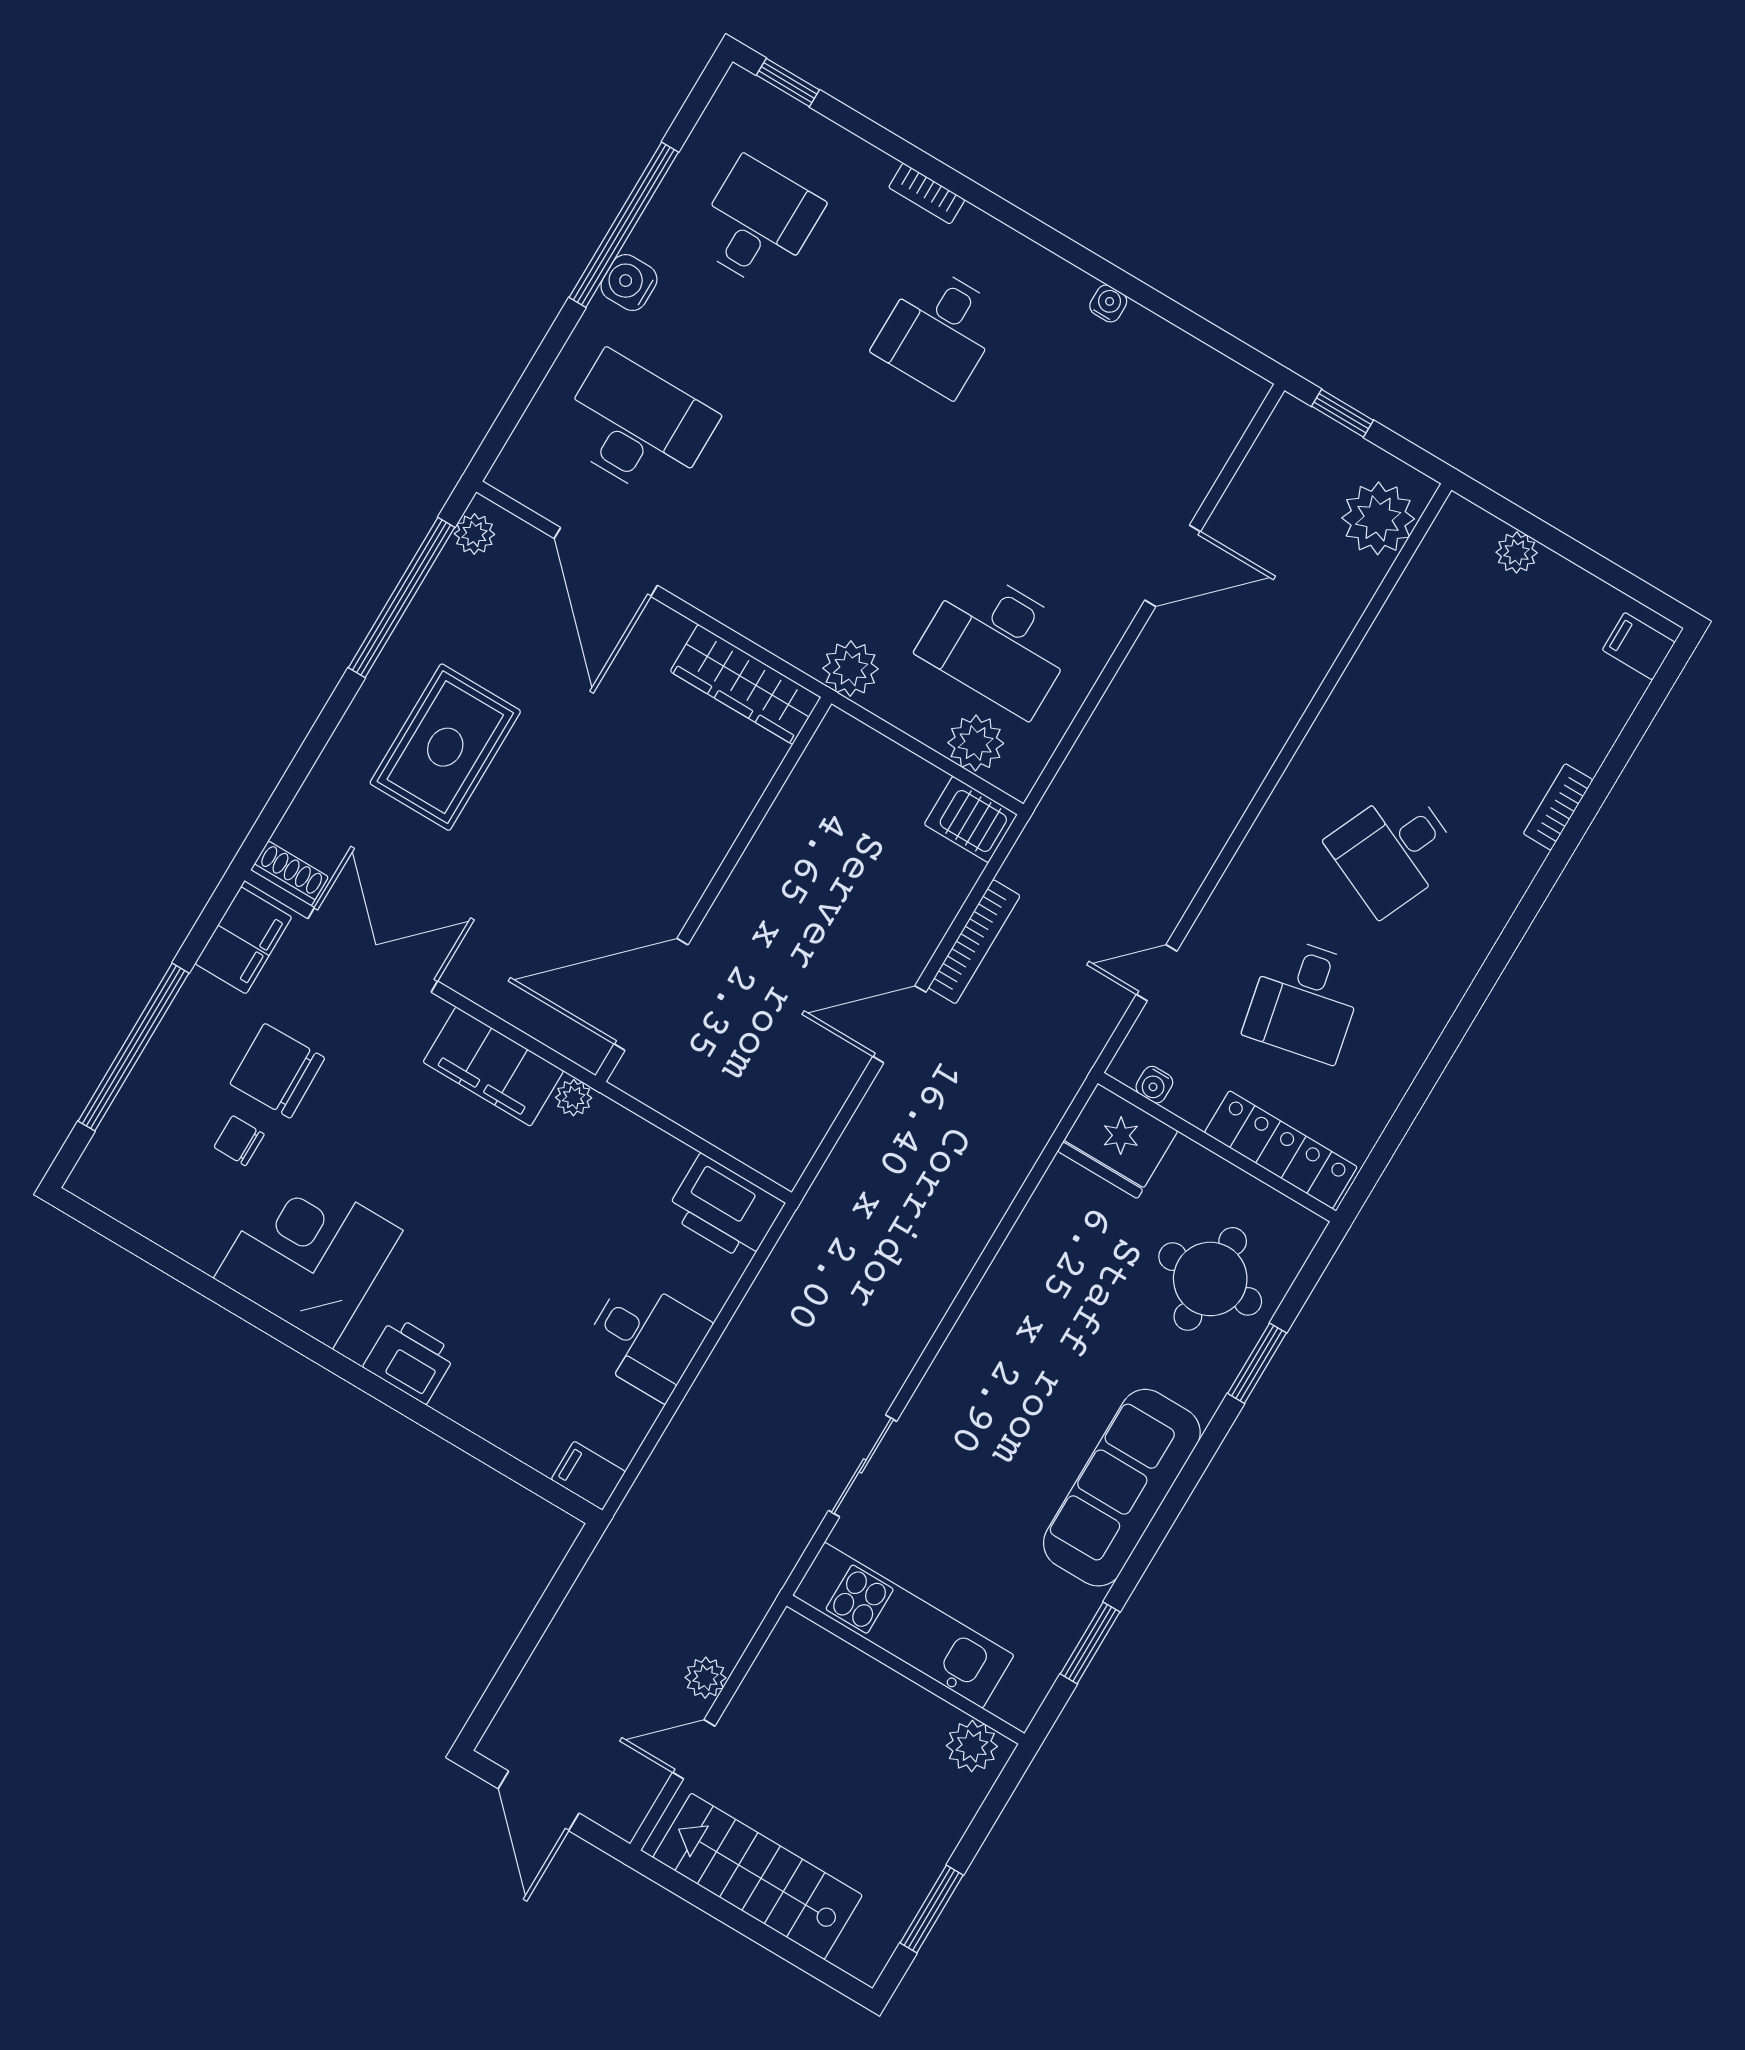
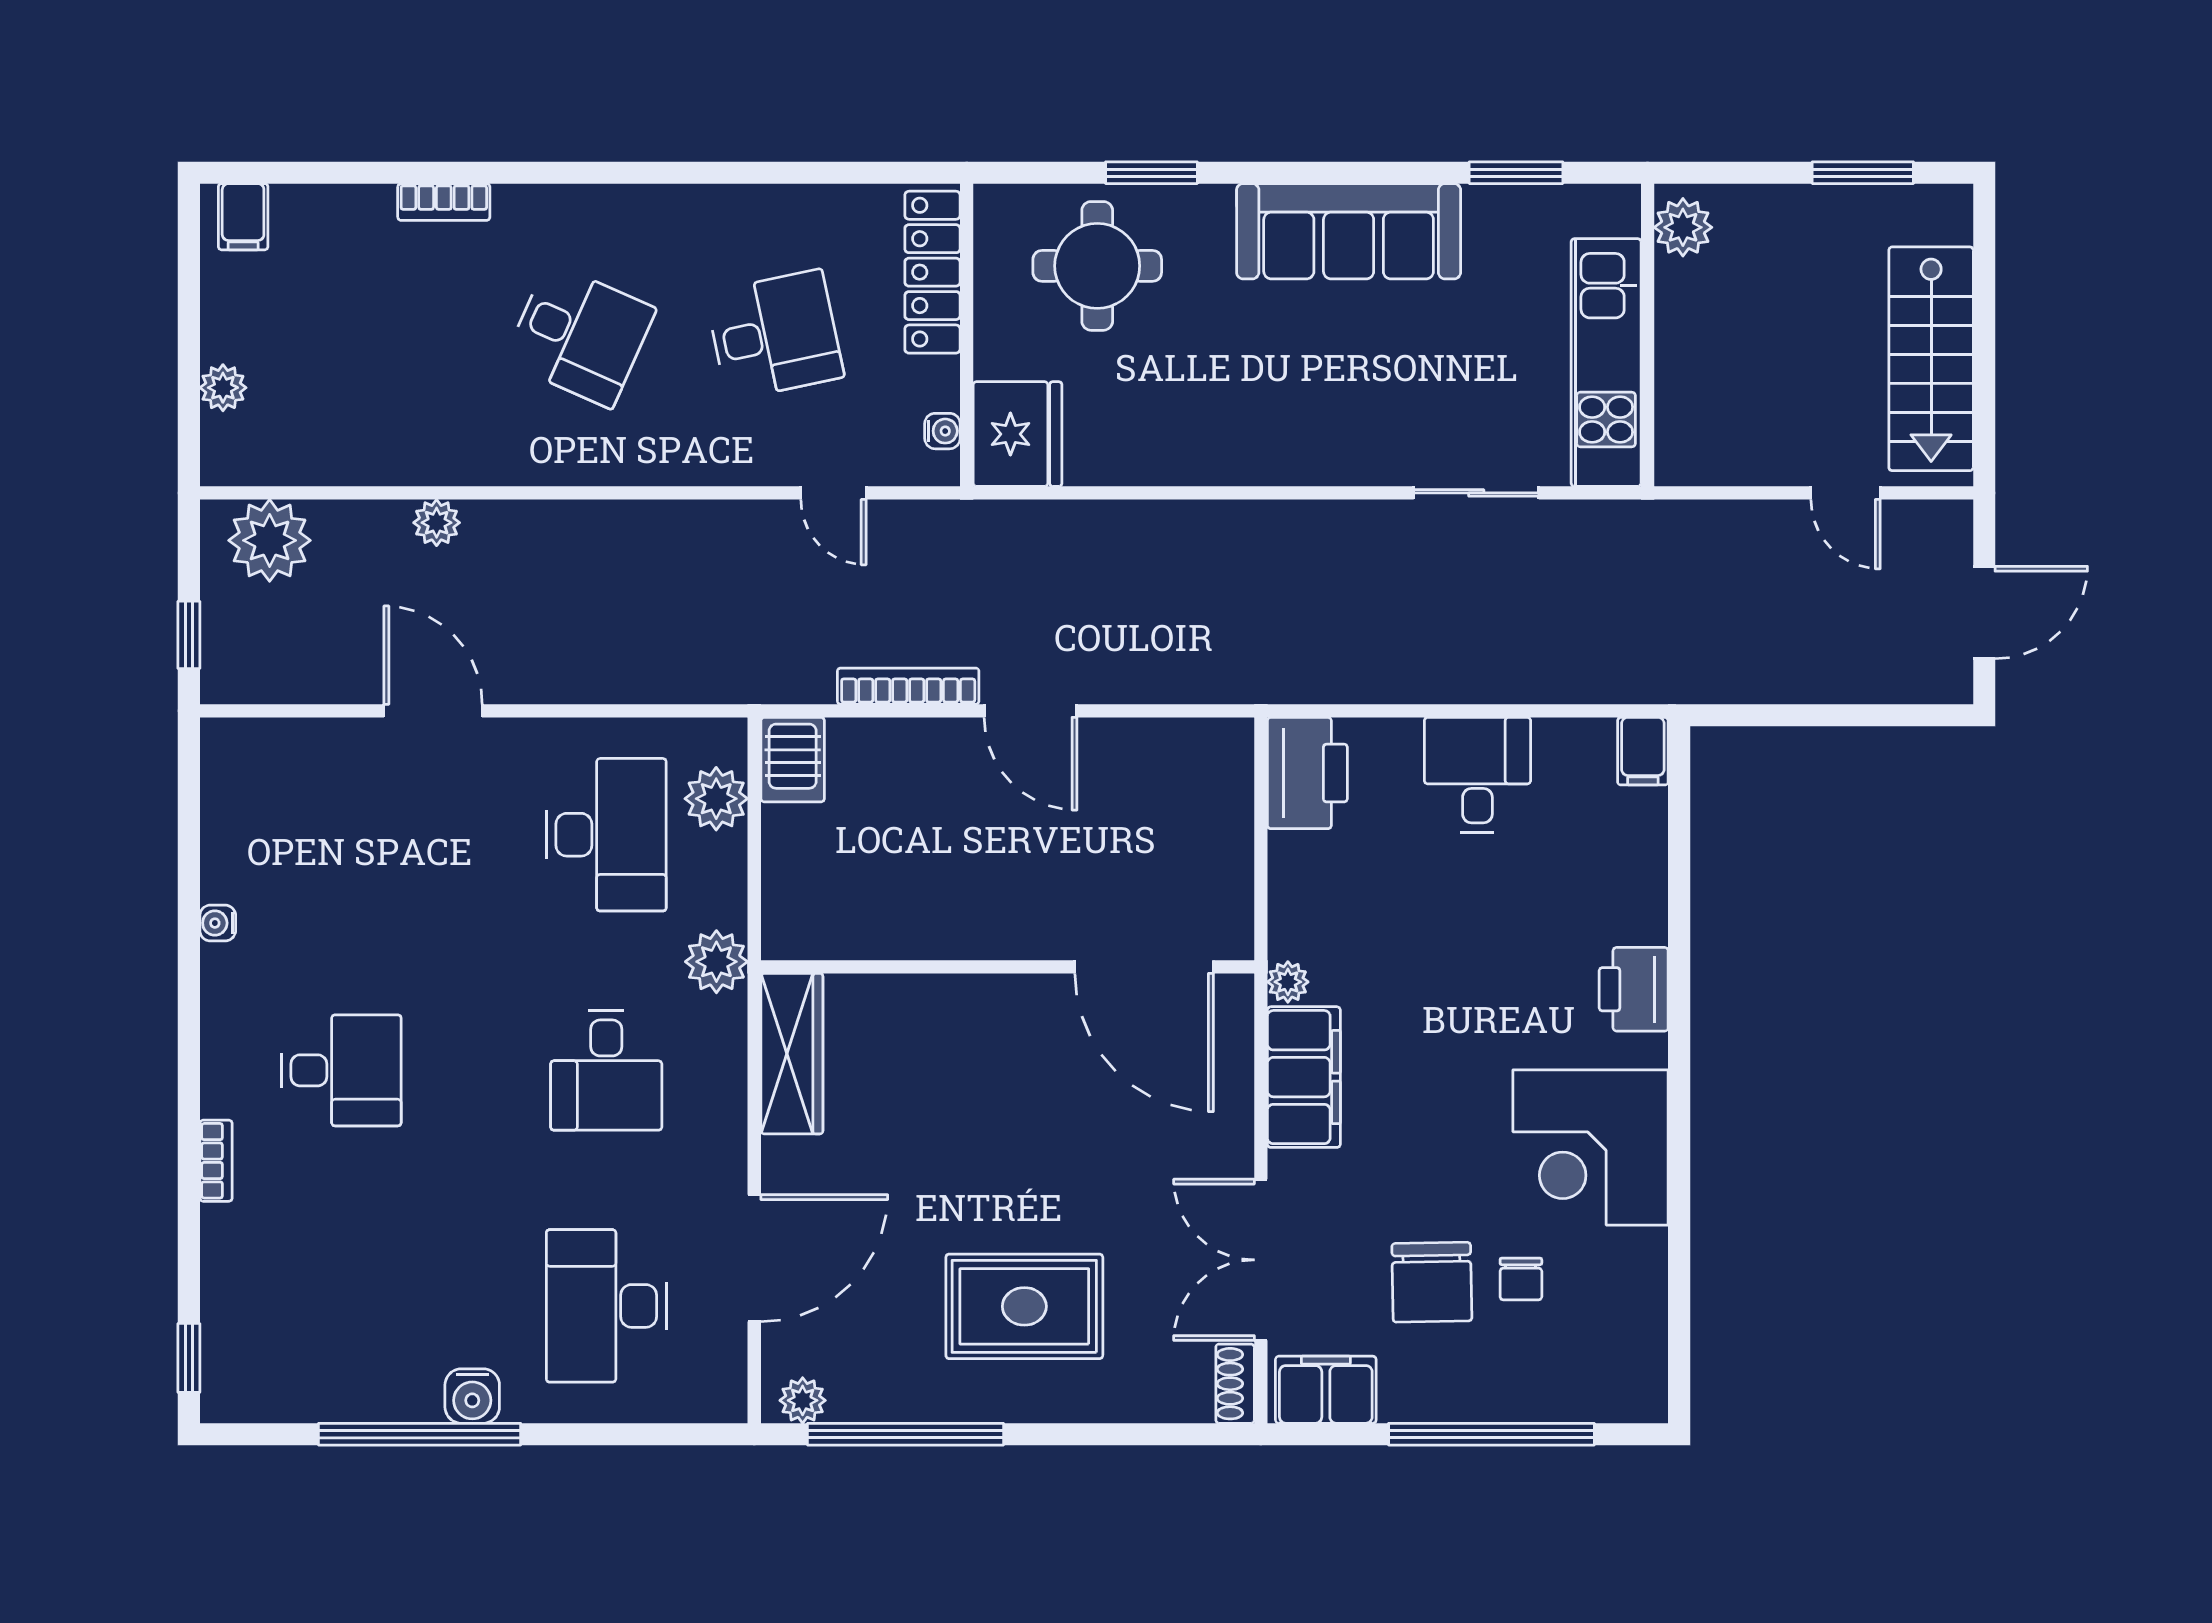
desk: (758, 223) -> (606, 1070), moved, turned -90
plant: (706, 1678) -> (437, 523), moved

